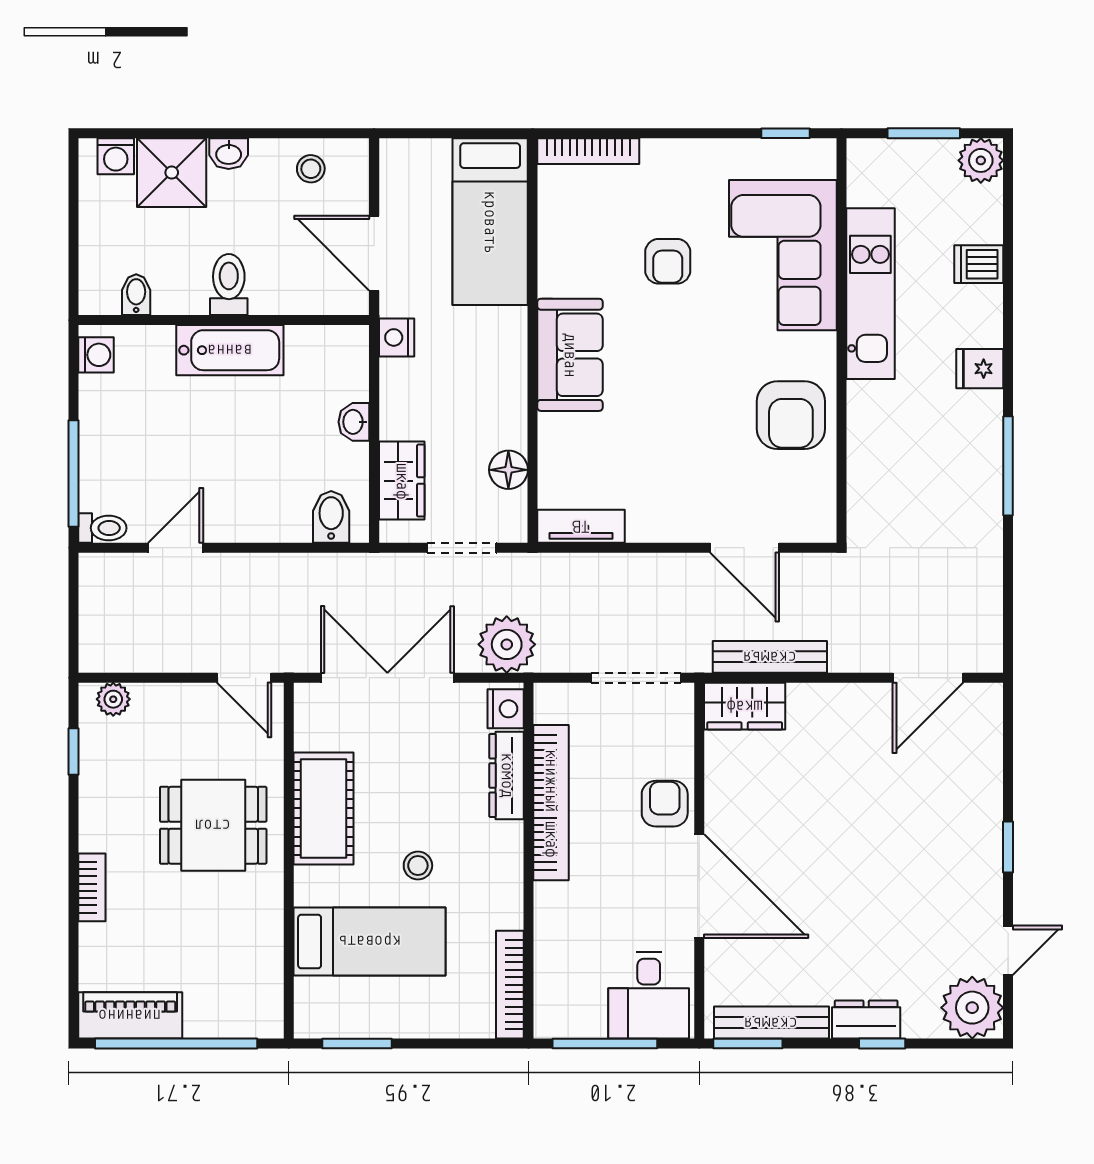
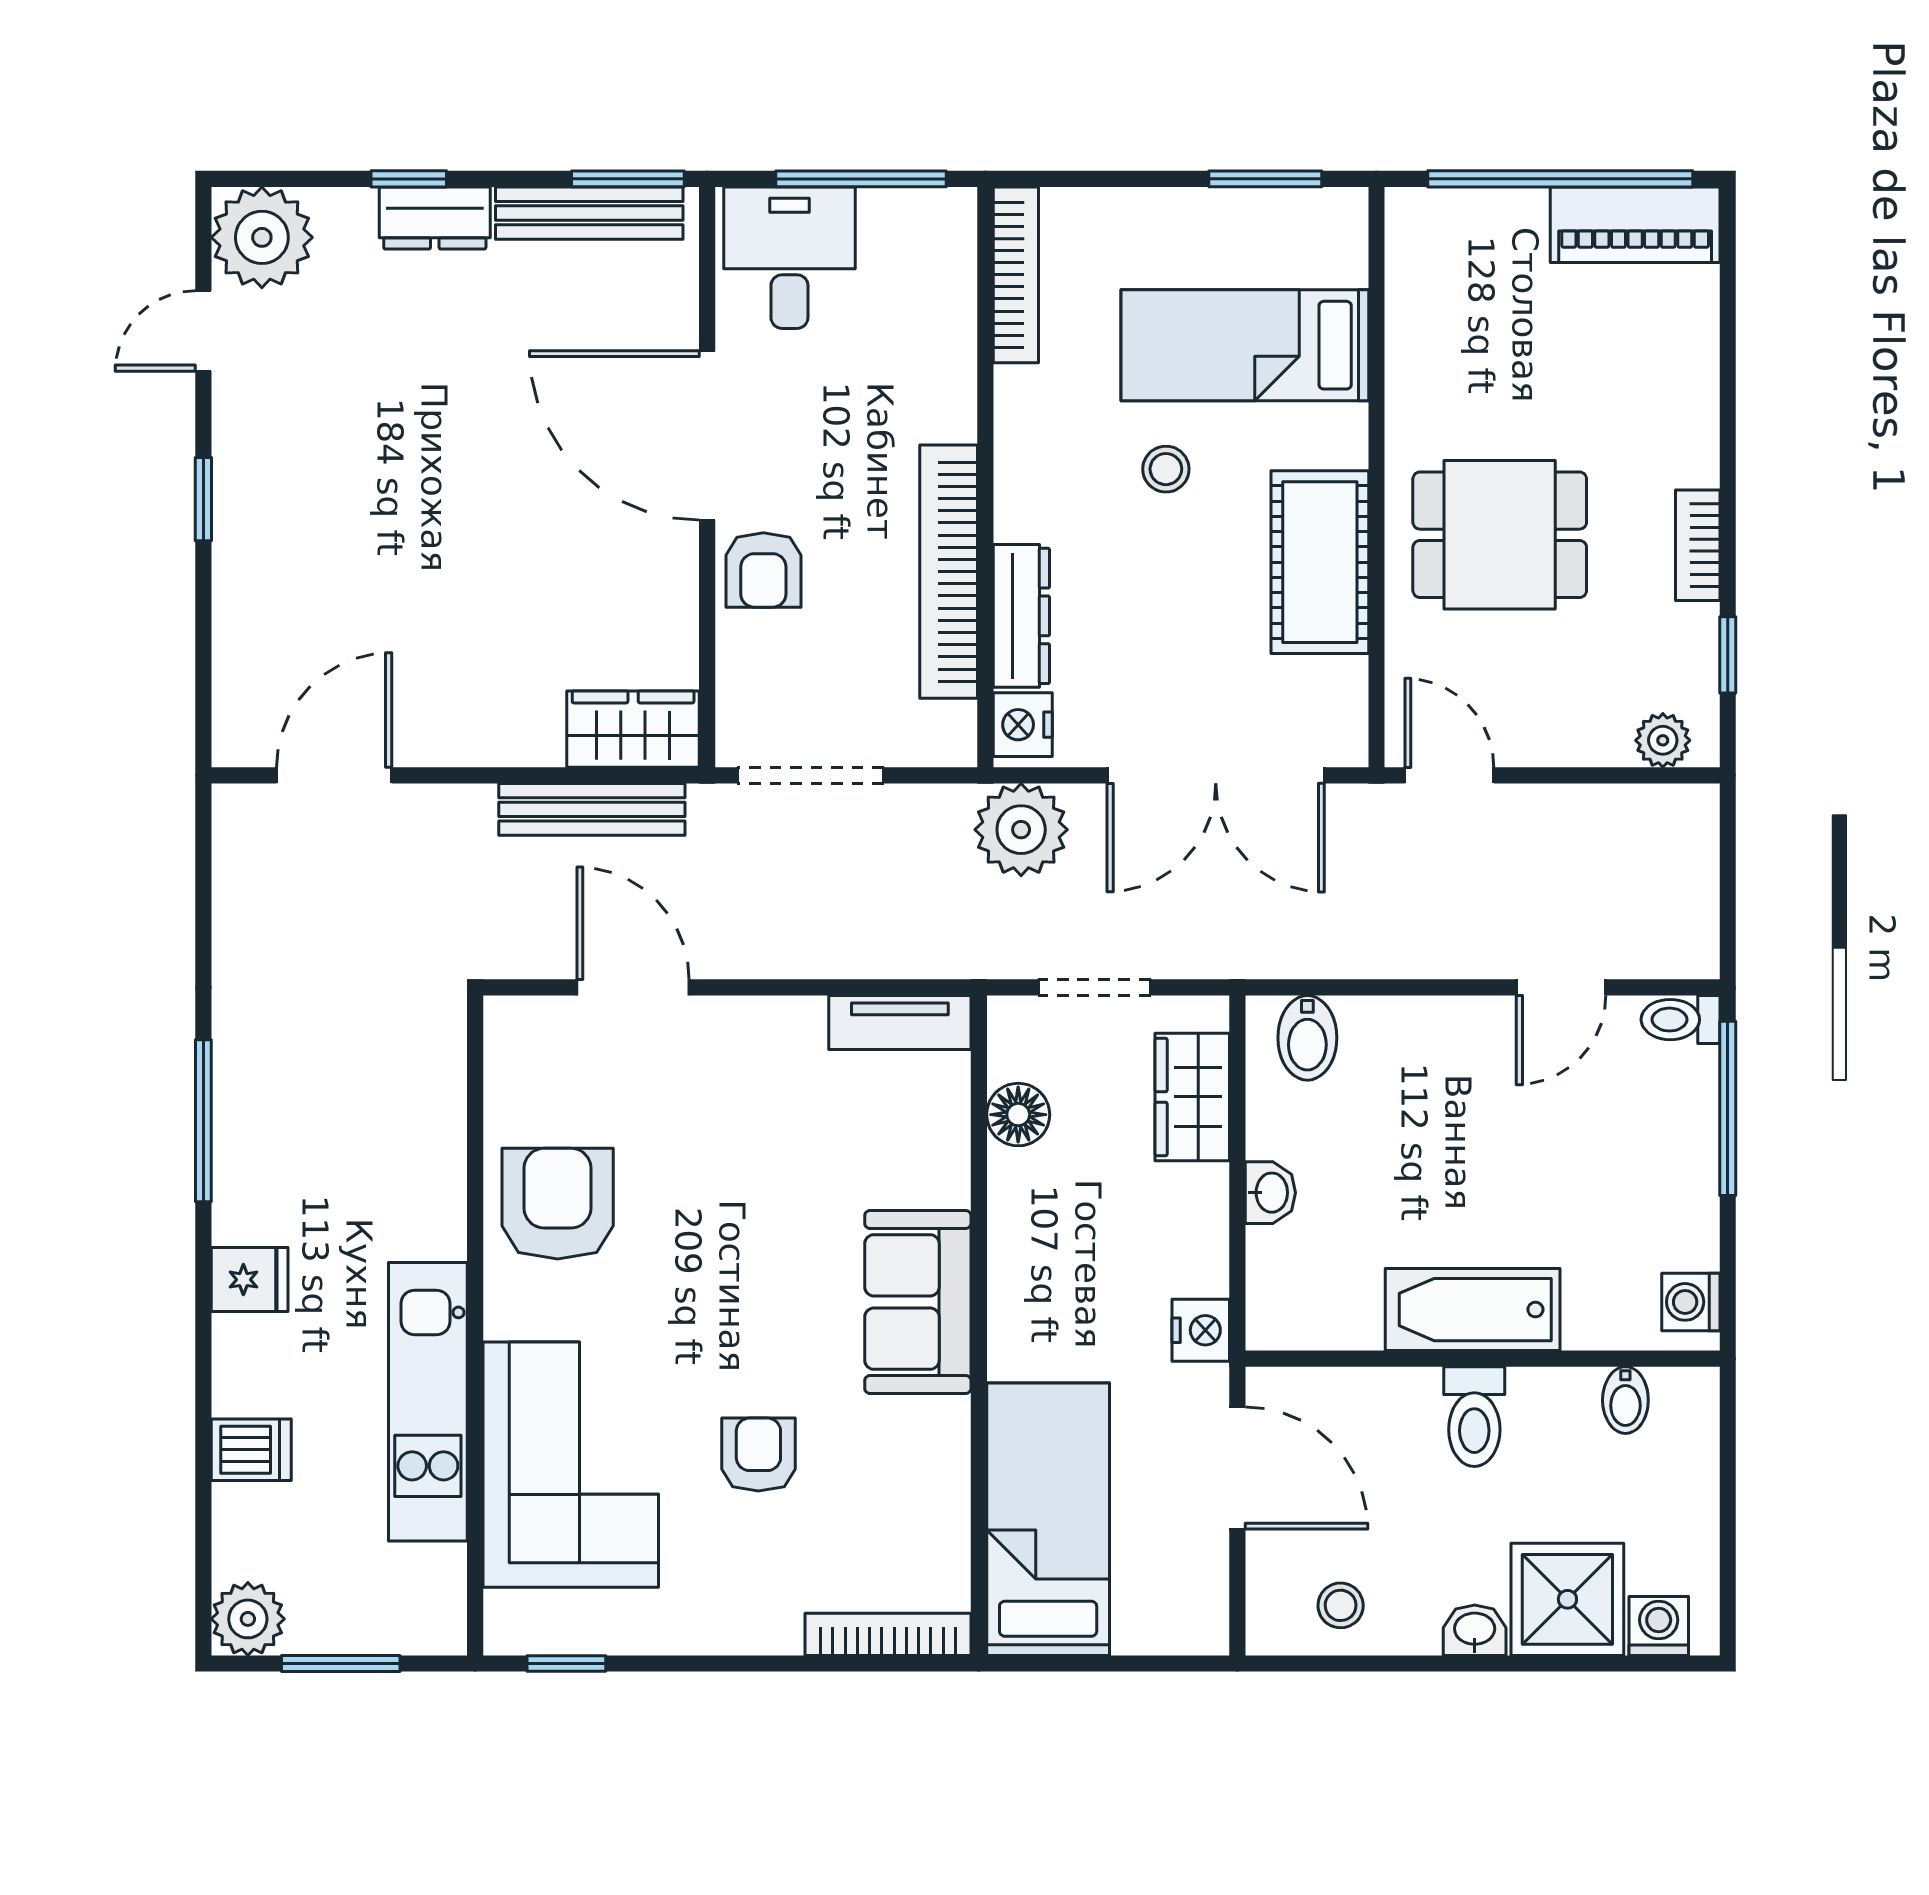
bookcase: (92, 887) -> (1698, 545), moved

